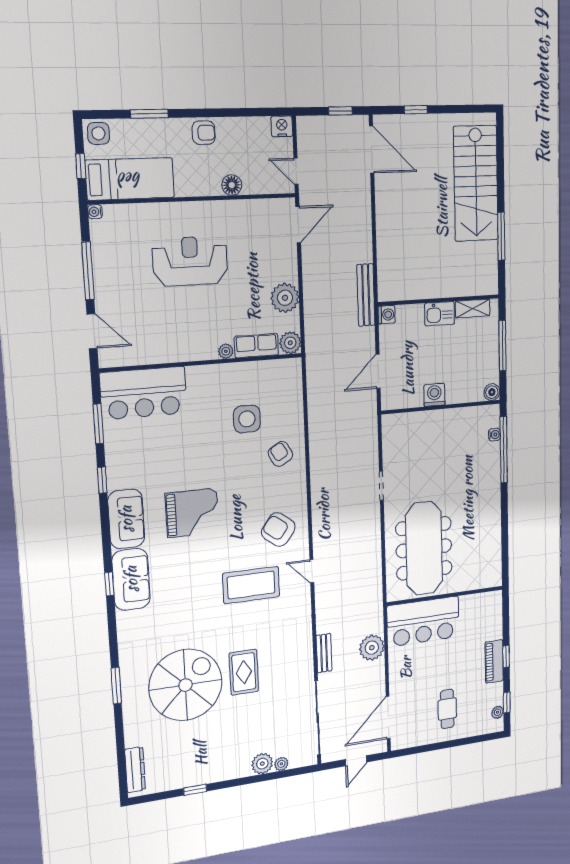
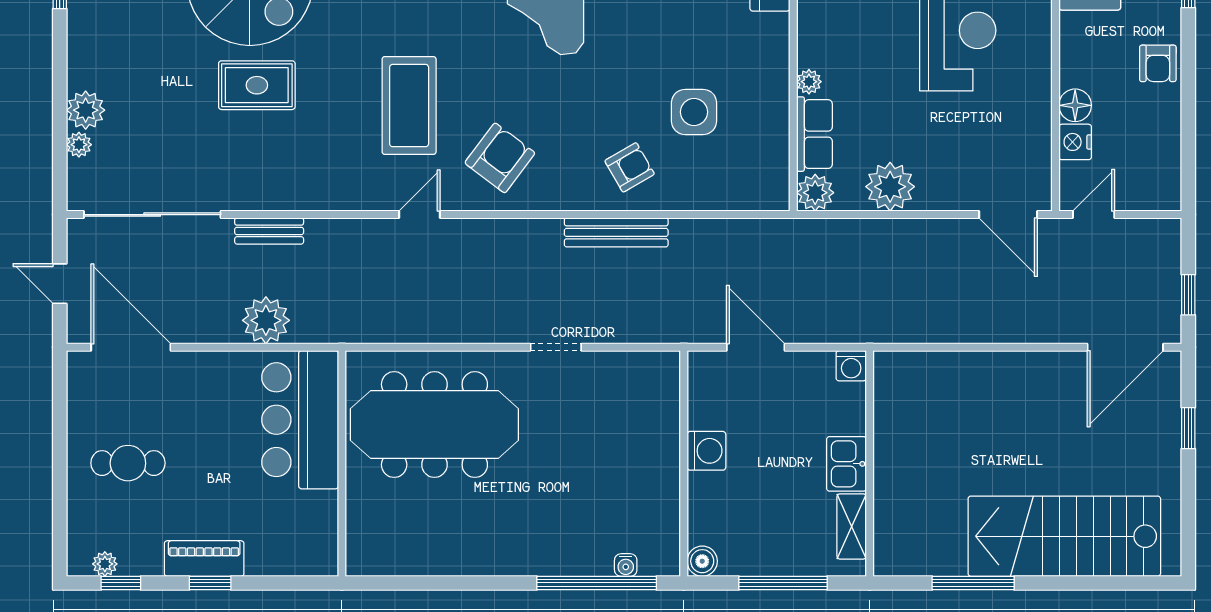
nightstand: (282, 126) -> (1075, 142), moved, turned 180
bench: (366, 295) -> (616, 232), moved

